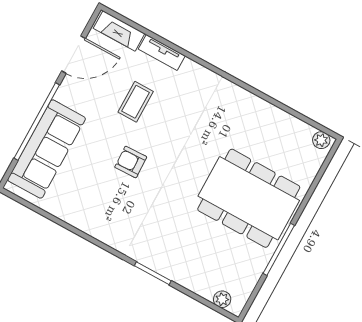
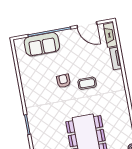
coffee table: (136, 102) -> (87, 83), moved
sofa: (47, 149) -> (42, 44), width x0.73

